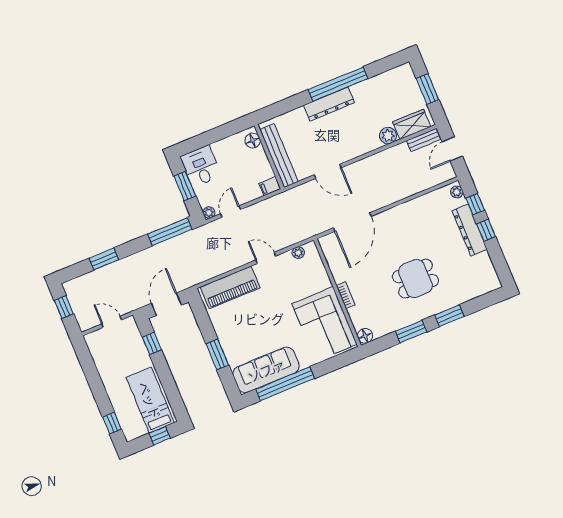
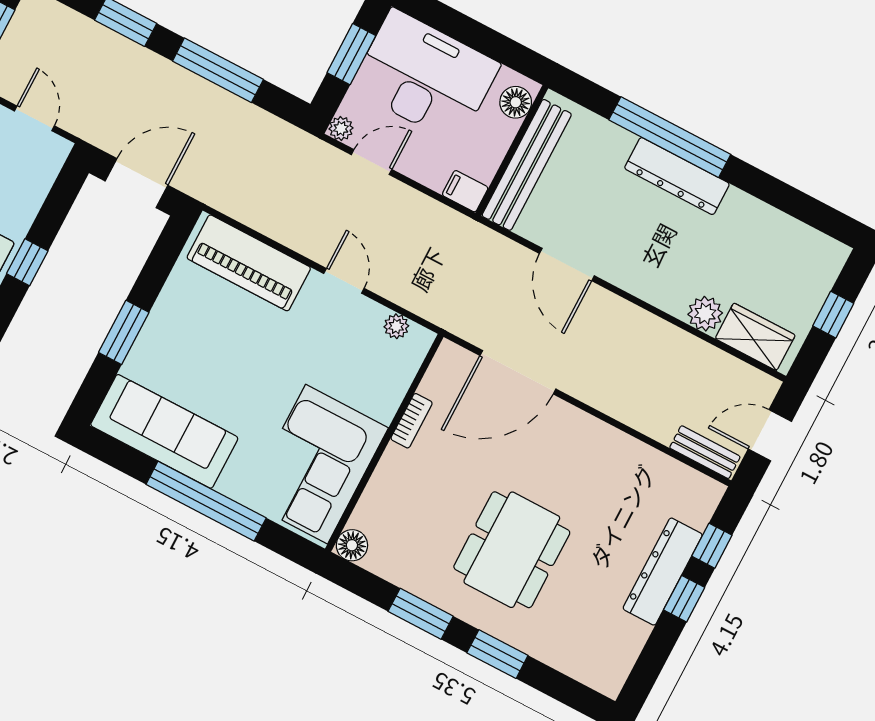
window: (338, 84) -> (670, 137), moved
window: (427, 89) -> (833, 315), width x0.67
bench: (423, 140) -> (705, 452), moved
desk: (201, 166) -> (425, 76), width x1.87, depth x1.30
plant: (457, 192) -> (707, 500), removed
window: (170, 232) -> (218, 70), moved
dining table: (415, 279) -> (512, 550), width x1.38
bookcase: (346, 295) -> (412, 421), moved
window: (152, 344) -> (27, 262), moved
window: (285, 384) -> (206, 501), moved

